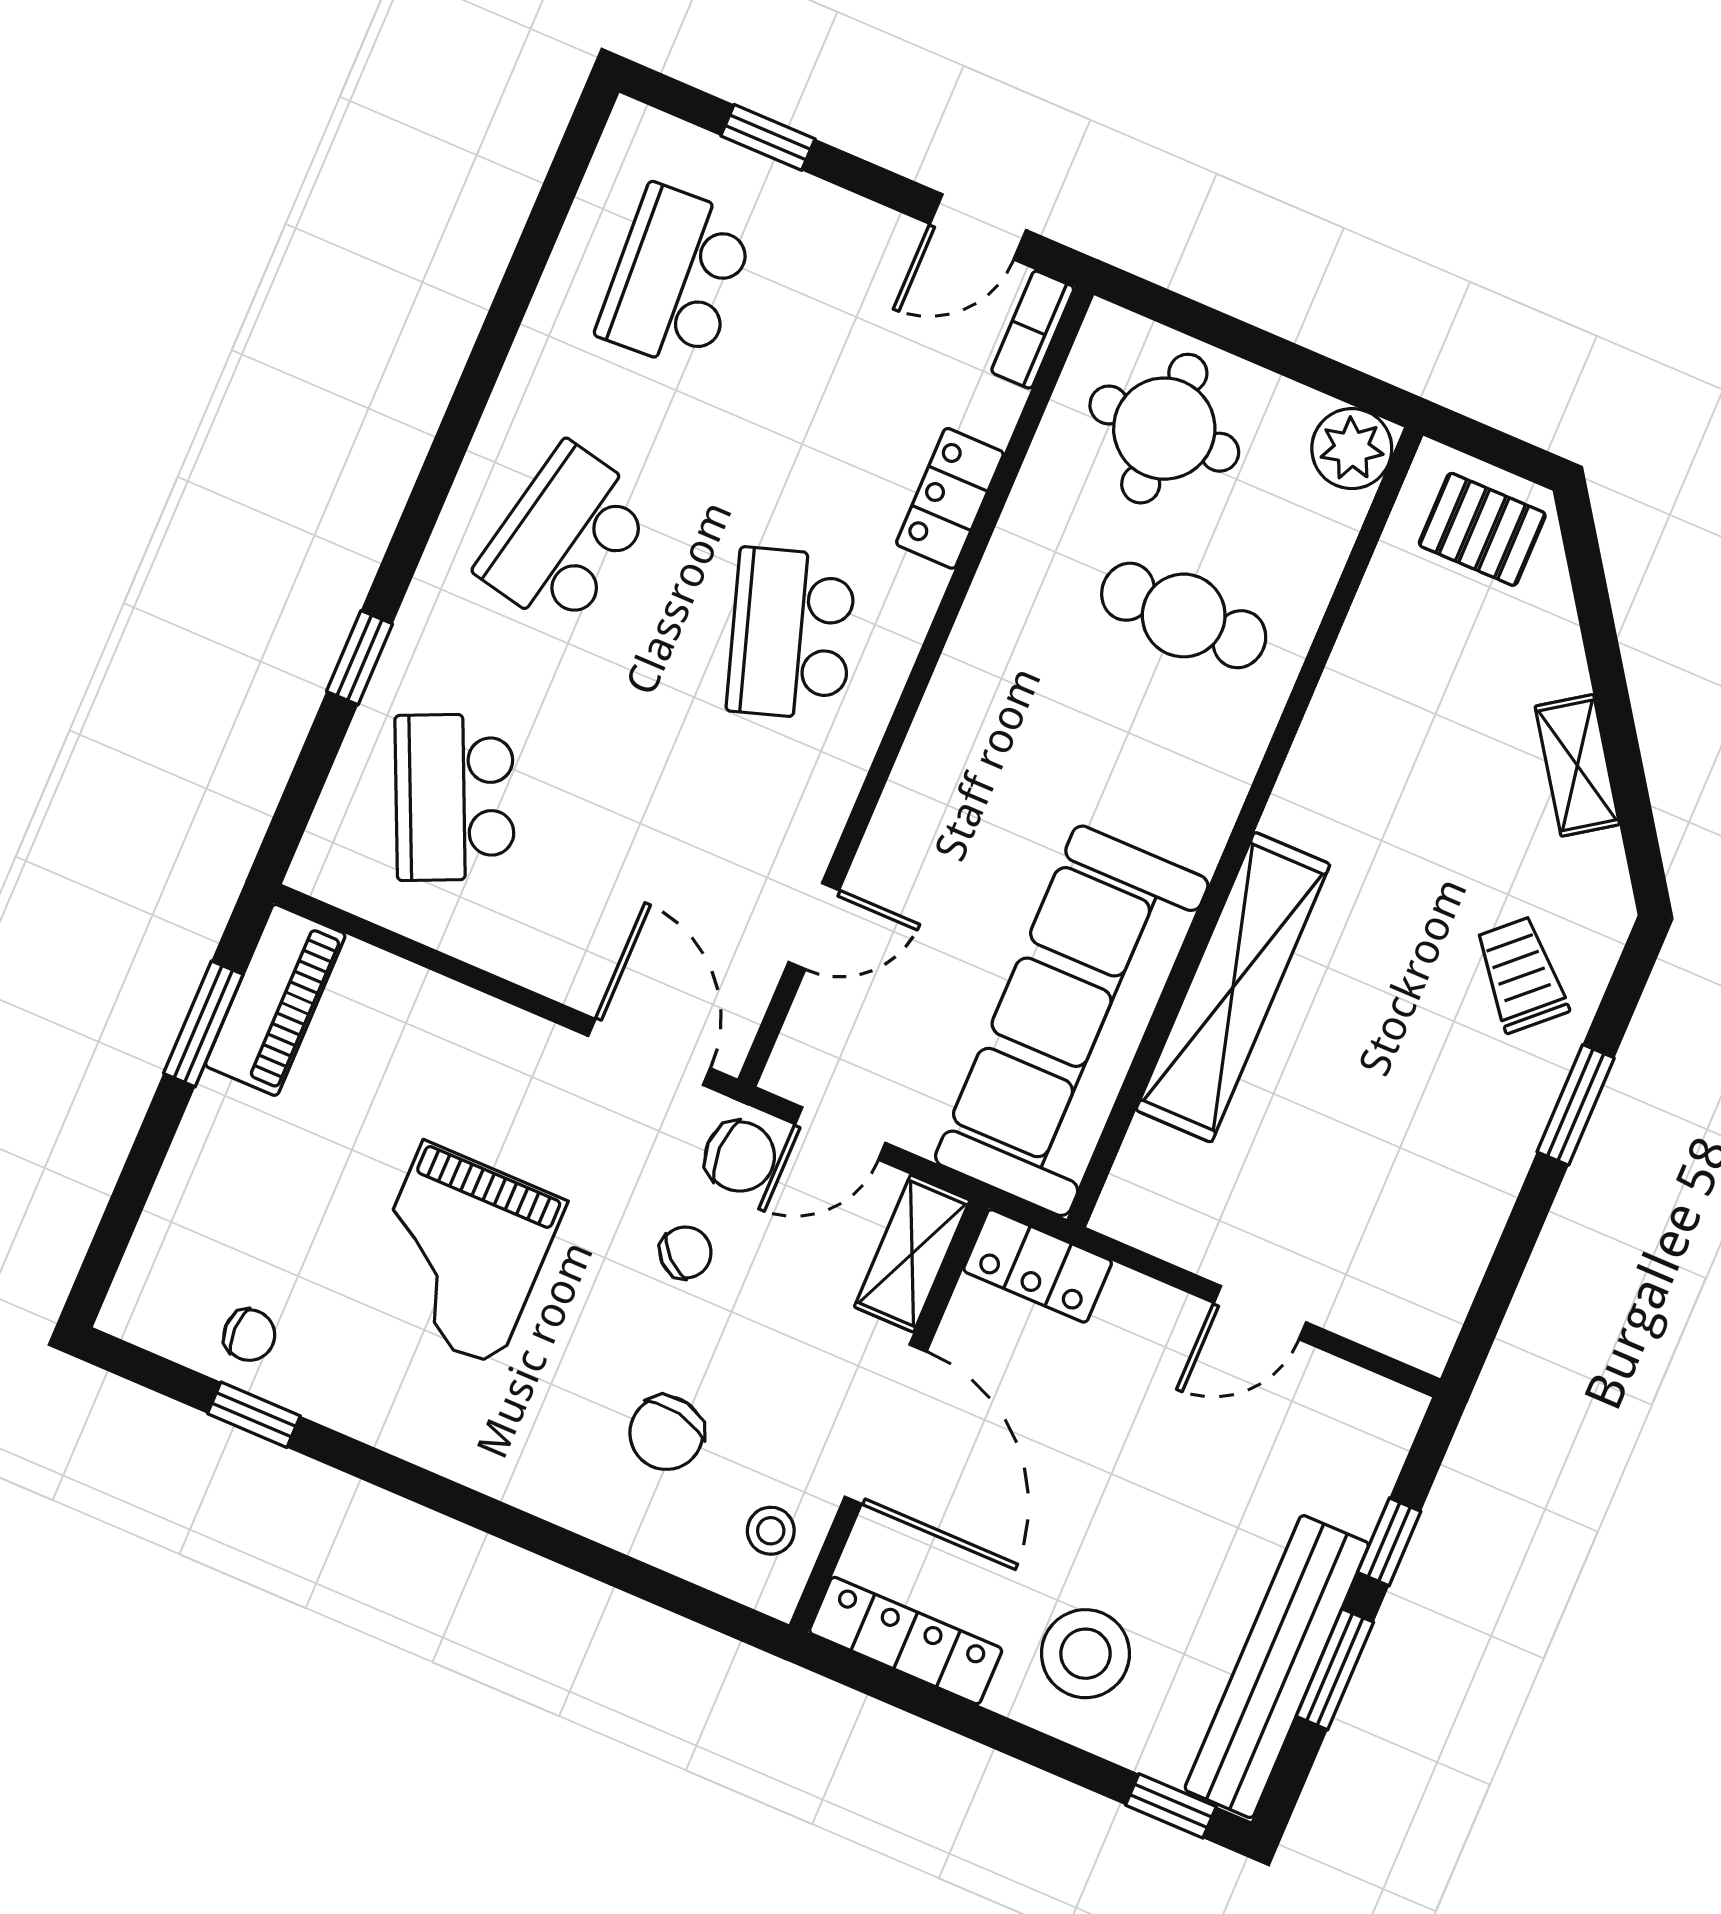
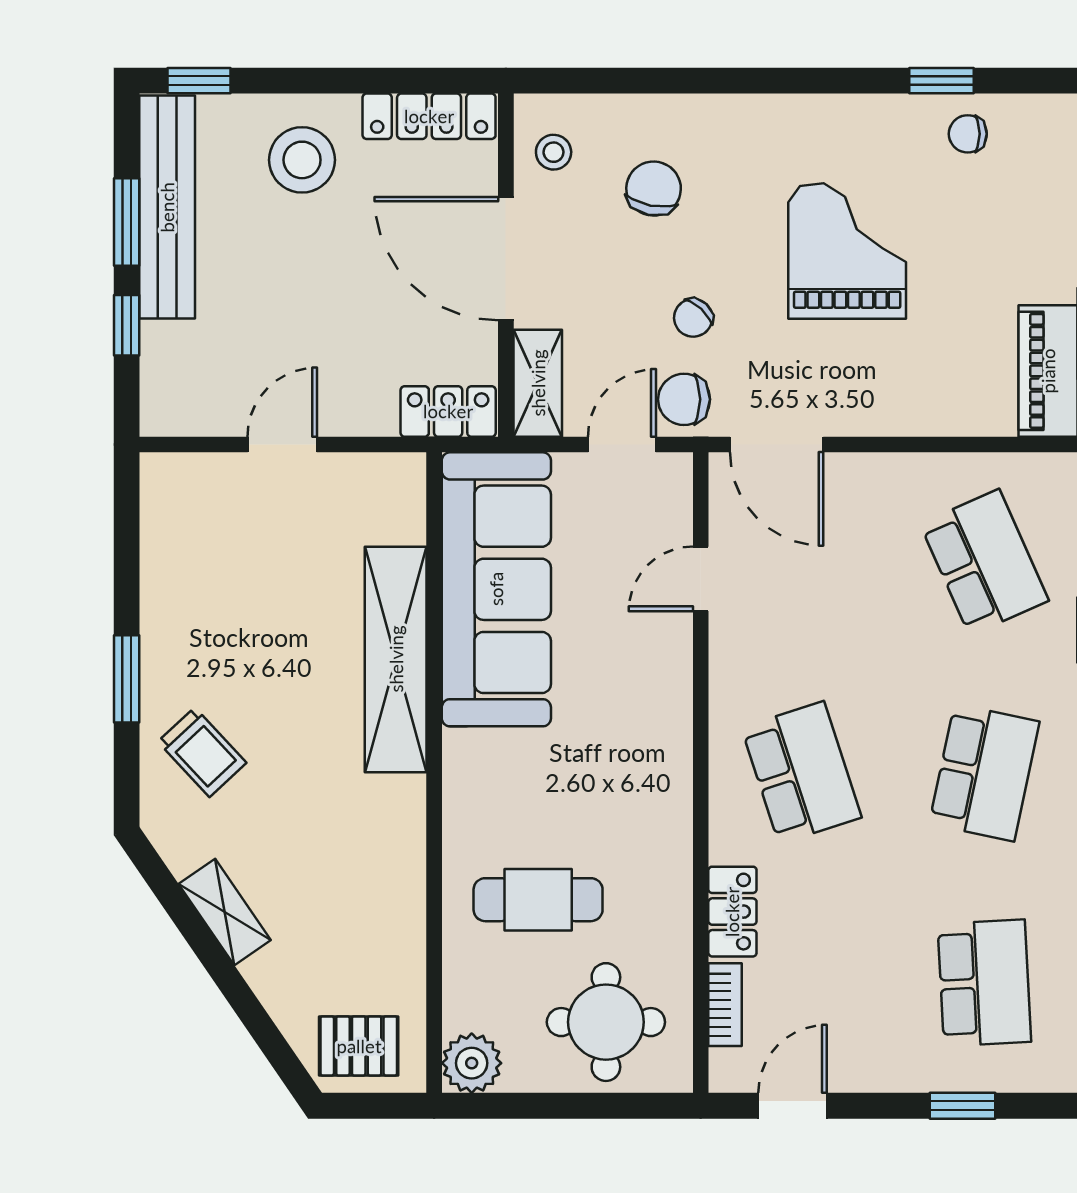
bookcase: (1033, 330) -> (725, 1005), moved

